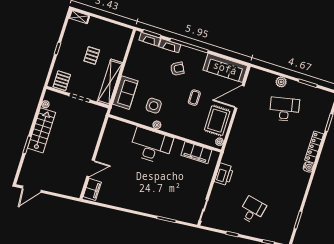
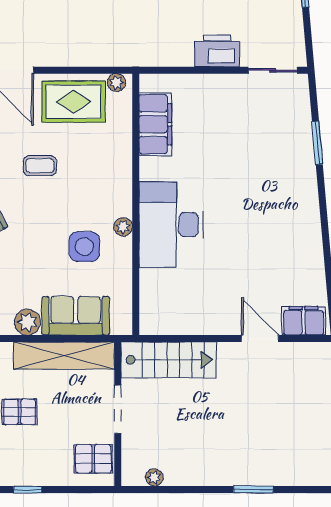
plant: (129, 71) -> (27, 322), added
stairs: (42, 130) -> (169, 360), moved, turned 180
printer: (224, 174) -> (217, 51), moved

